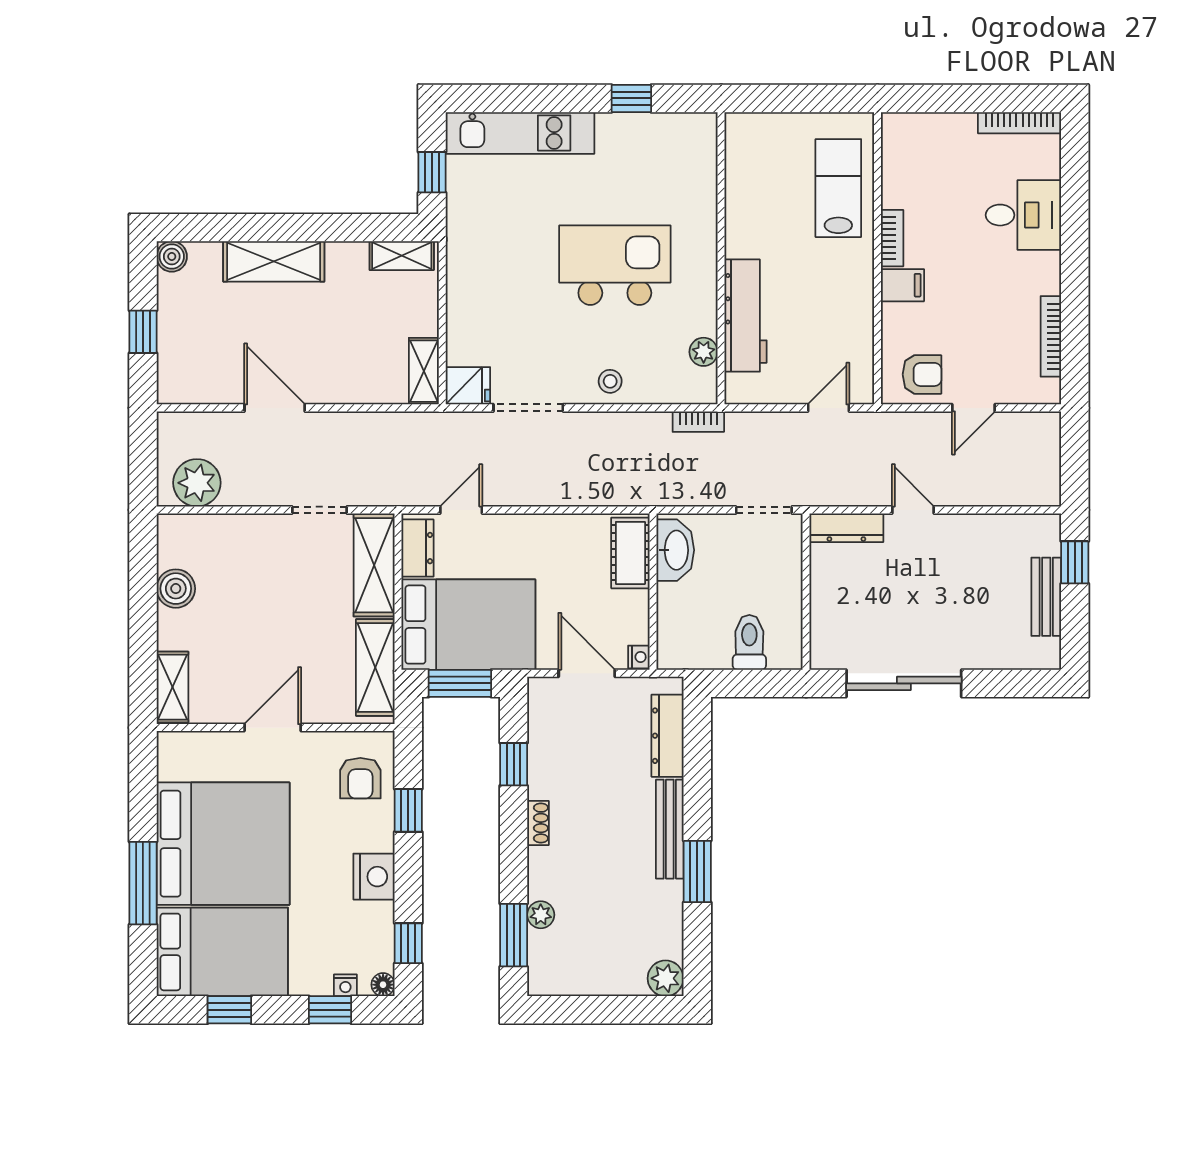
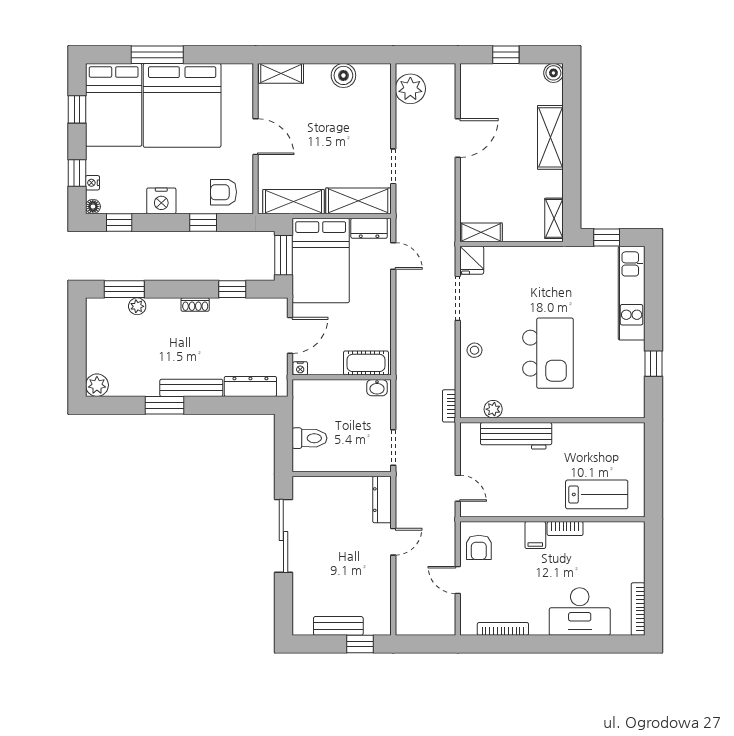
desk: (1023, 215) -> (580, 612), width x1.37
washbasin: (675, 550) -> (377, 388), width x0.52, depth x0.69

